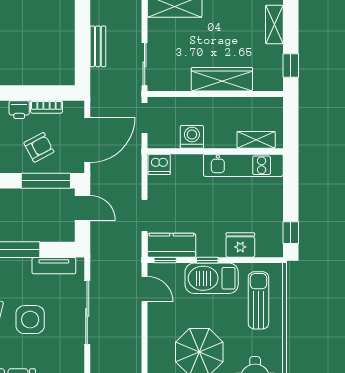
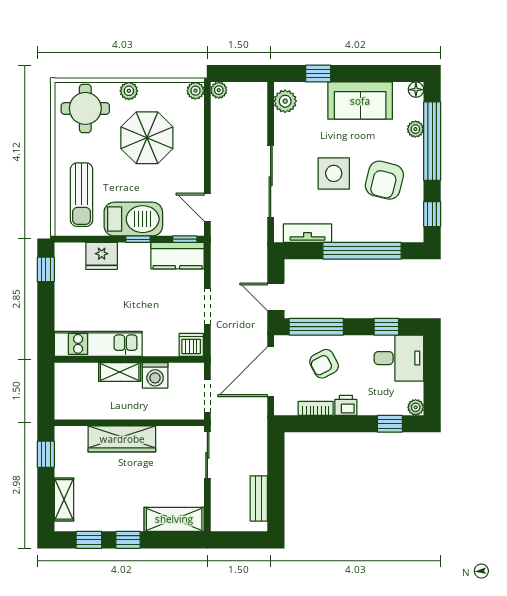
bench: (98, 46) -> (259, 498), moved
shelving: (256, 140) -> (120, 372), moved
doorway: (145, 215) -> (207, 307), moved

